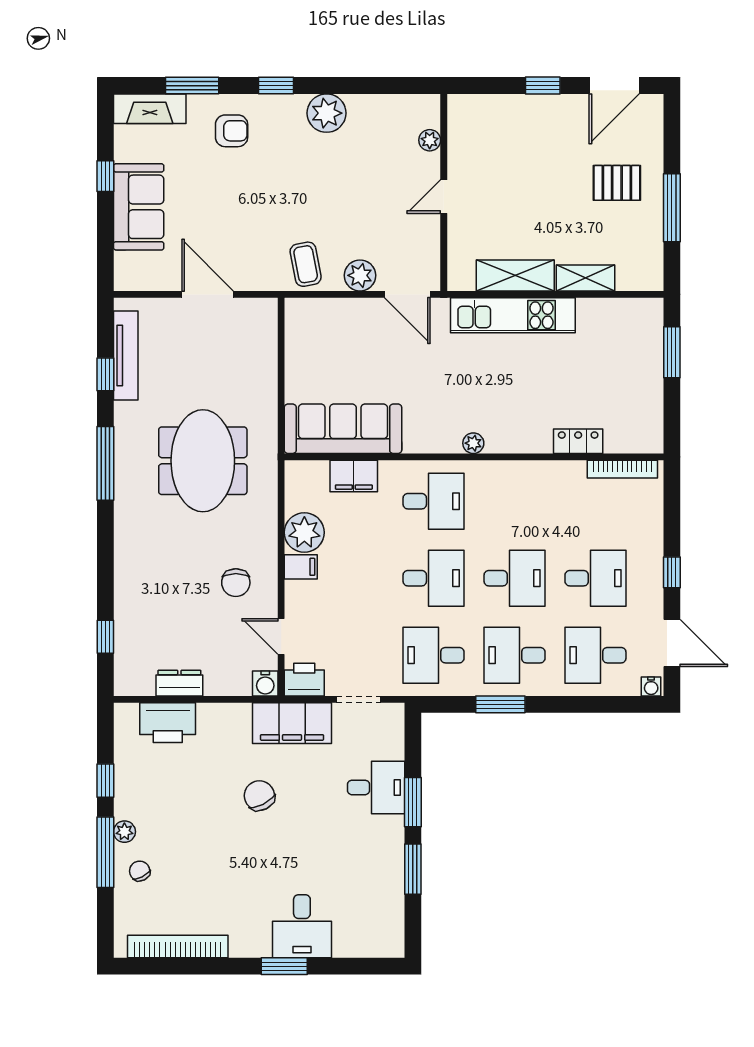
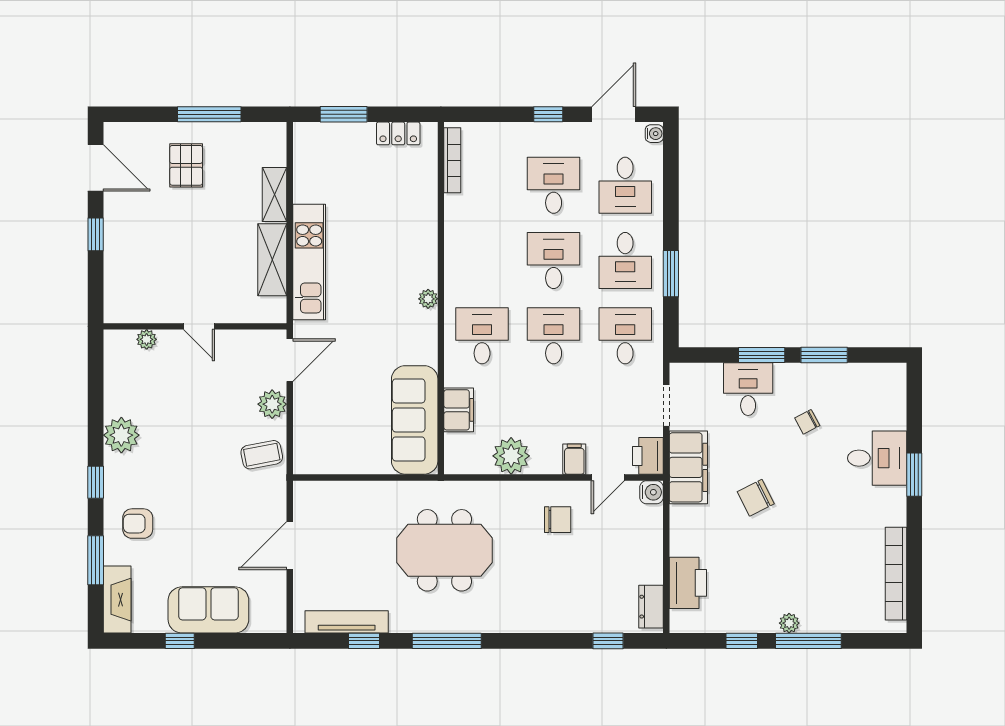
armchair: (232, 131) -> (138, 524), turned -90
locker: (578, 441) -> (398, 133), moved, turned -90
filing cabinet: (301, 567) -> (574, 459), moved
desk: (434, 655) -> (625, 336), turned 180
dresser: (179, 683) -> (651, 607), moved
chair: (140, 871) -> (807, 422), moved

